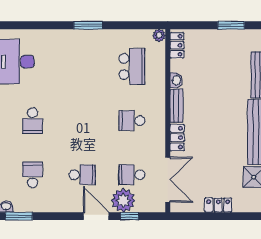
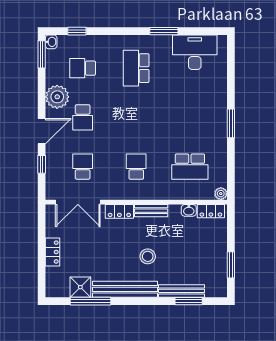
washbasin: (176, 80) -> (189, 210), moved
stool: (223, 109) -> (148, 256), added
school desk: (33, 121) -> (136, 68), width x1.85
school desk: (33, 175) -> (83, 68), turned 180
plant: (123, 200) -> (57, 97), moved

